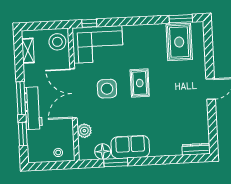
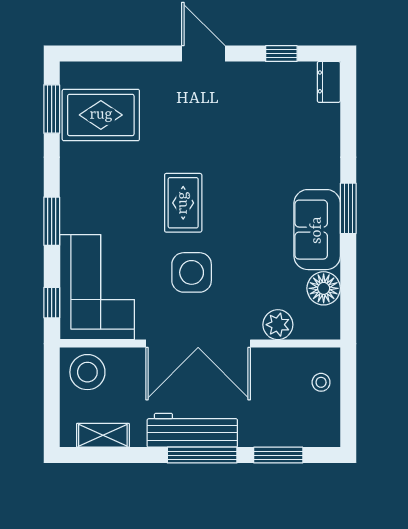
window: (128, 21) -> (52, 221), added
rug: (140, 83) -> (183, 203), turned 90
workbench: (33, 108) -> (192, 430), moved
window: (213, 126) -> (281, 54), added
dresser: (196, 149) -> (329, 82), width x0.70
window: (116, 162) -> (348, 208), moved

